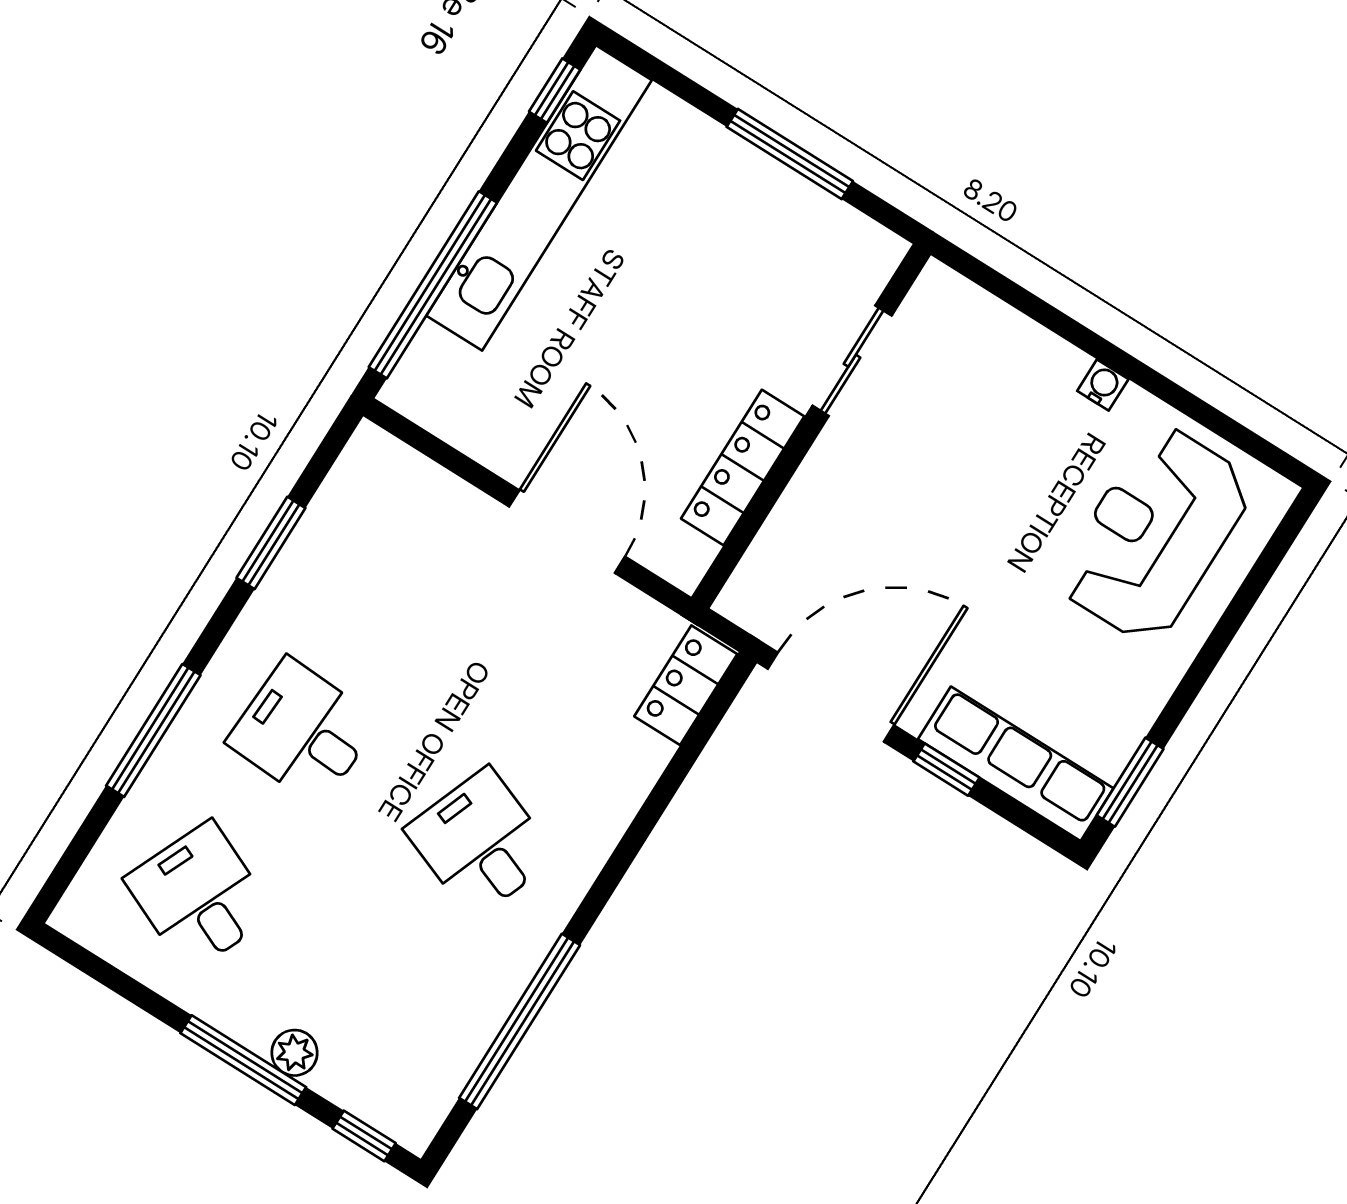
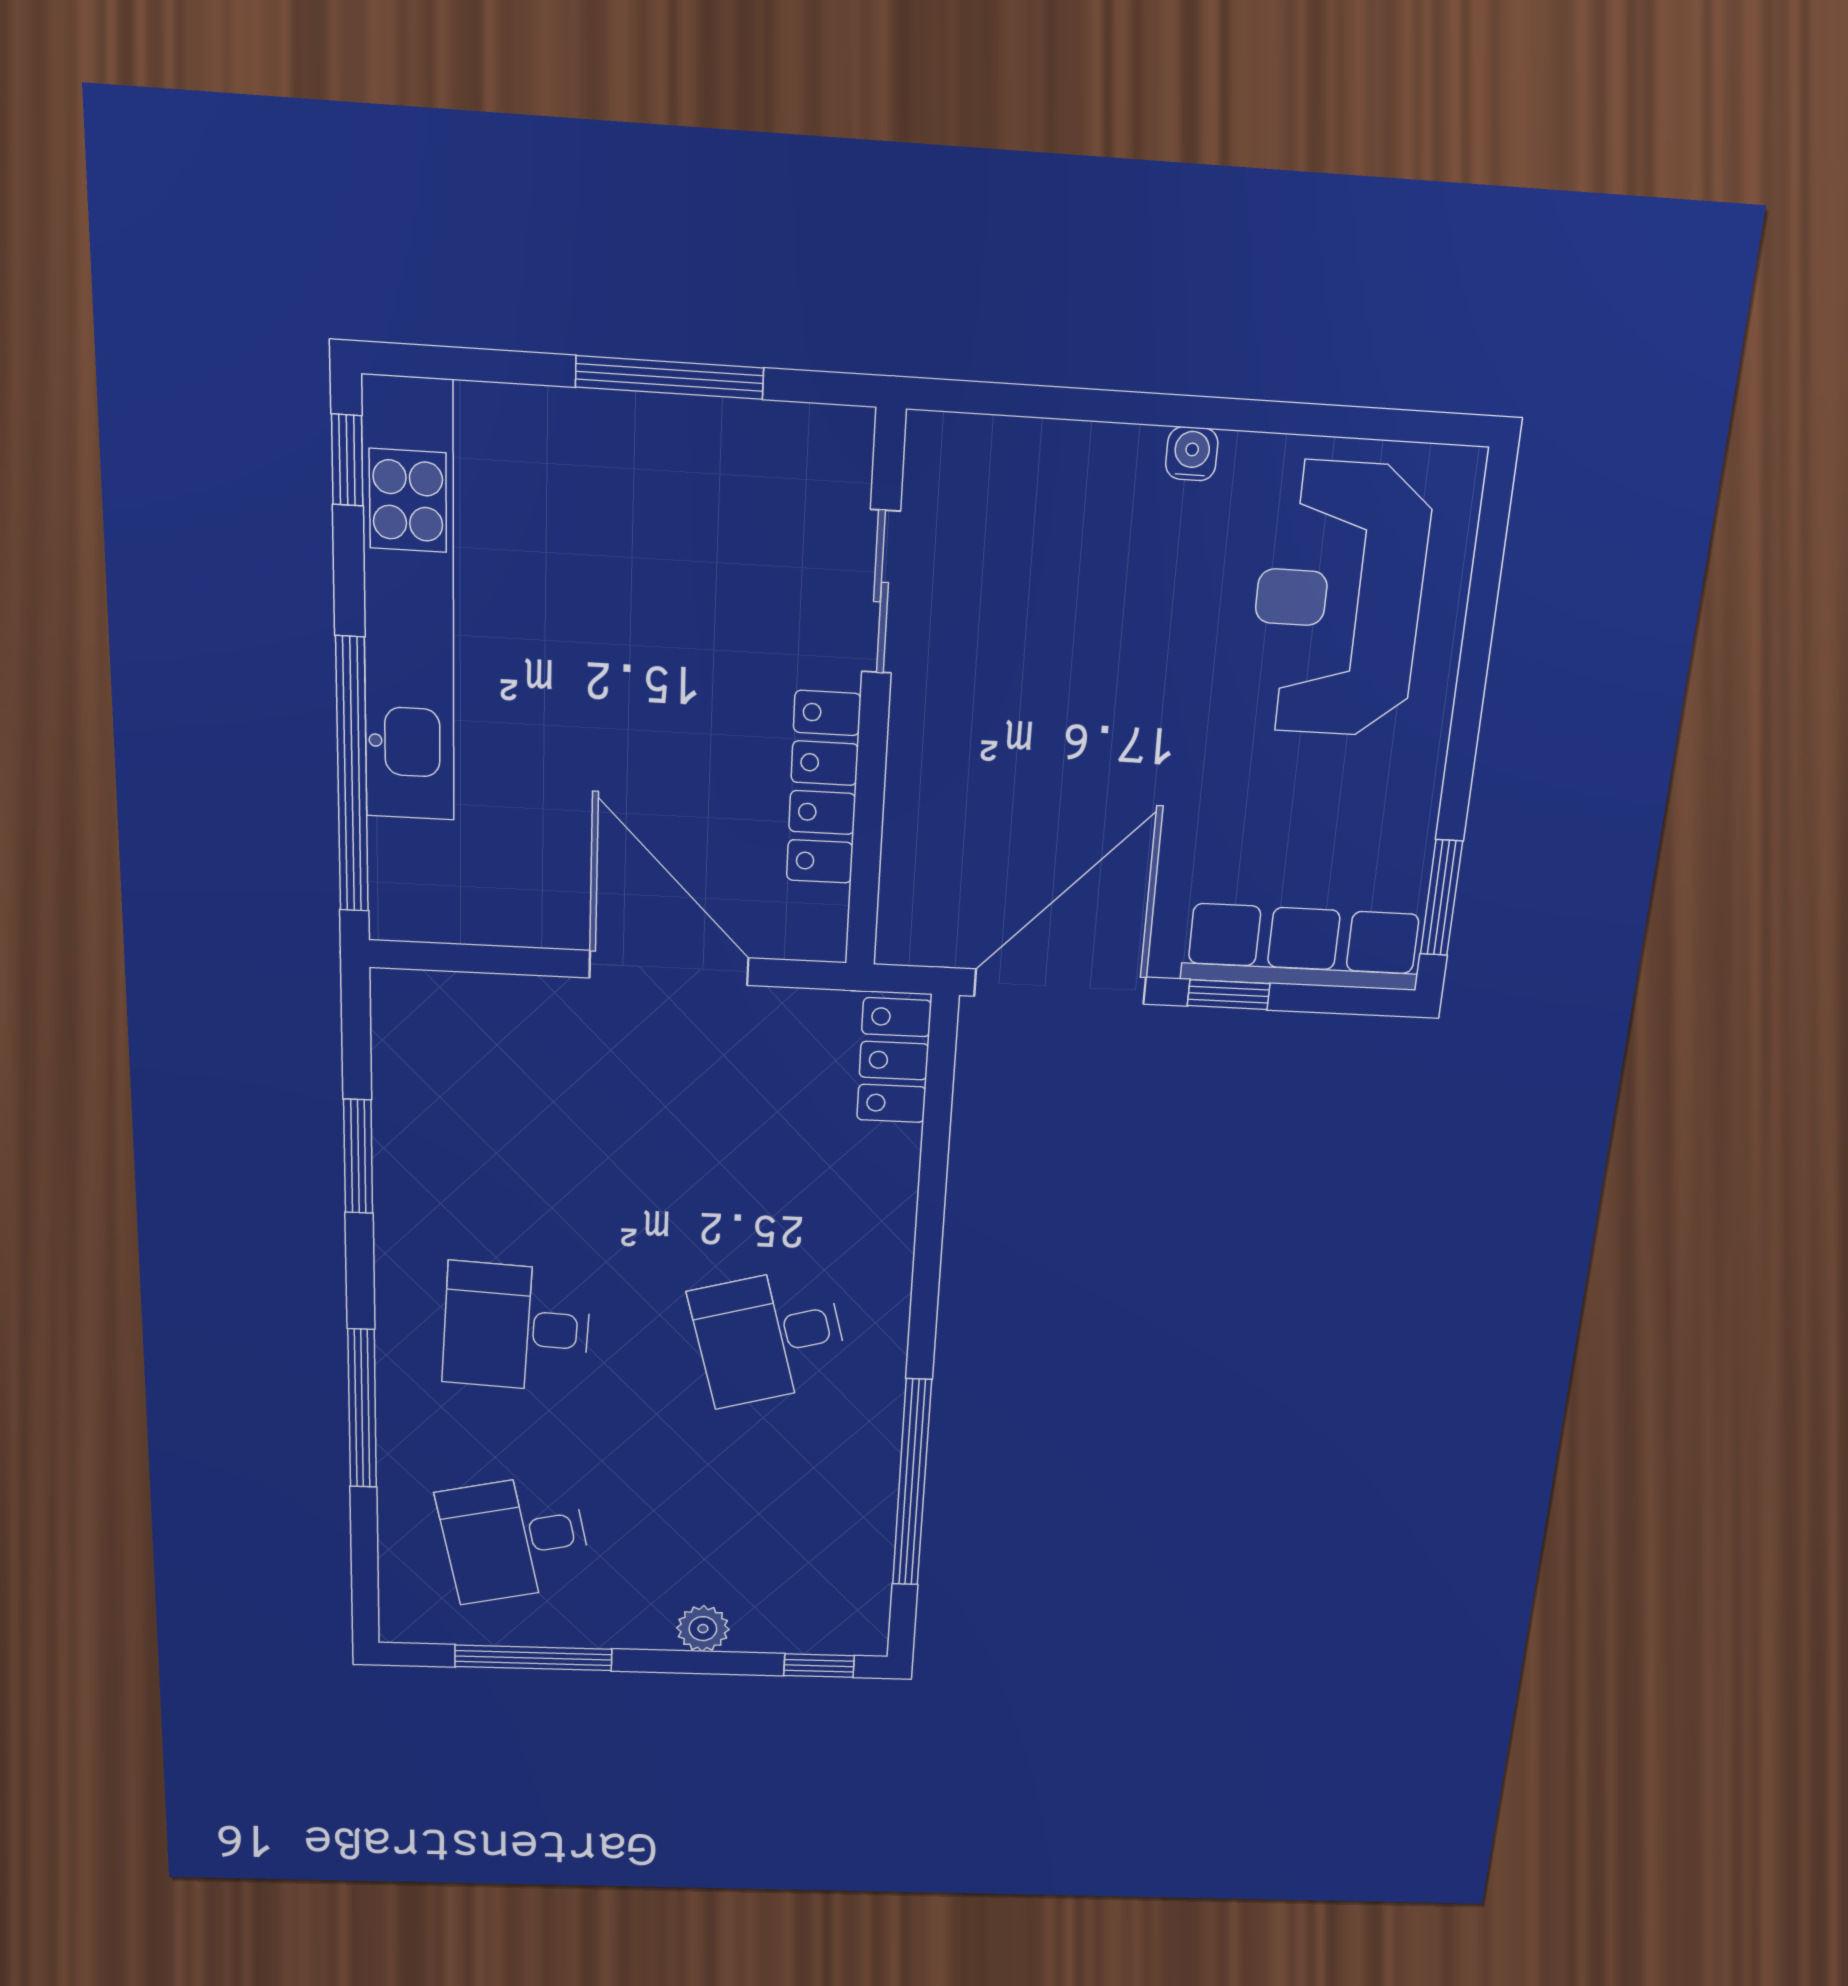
desk: (481, 843) -> (770, 1337), turned -36
desk: (200, 897) -> (515, 1538), turned -36
window: (243, 1060) -> (533, 1658), moved

